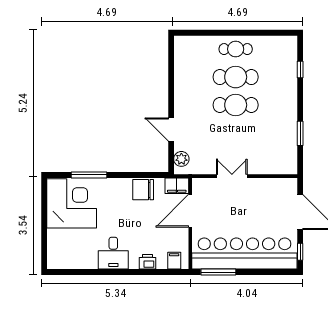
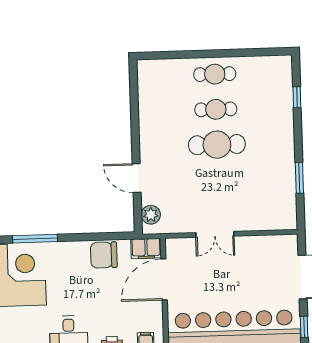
cafe table: (236, 77) -> (216, 109), width x0.73, depth x0.74
double door: (232, 176) -> (215, 234), swing flipped

